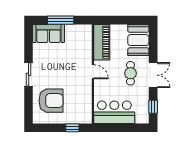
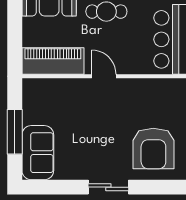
door: (93, 72) -> (104, 76), hinge flipped
armchair: (51, 101) -> (153, 149), turned 180

